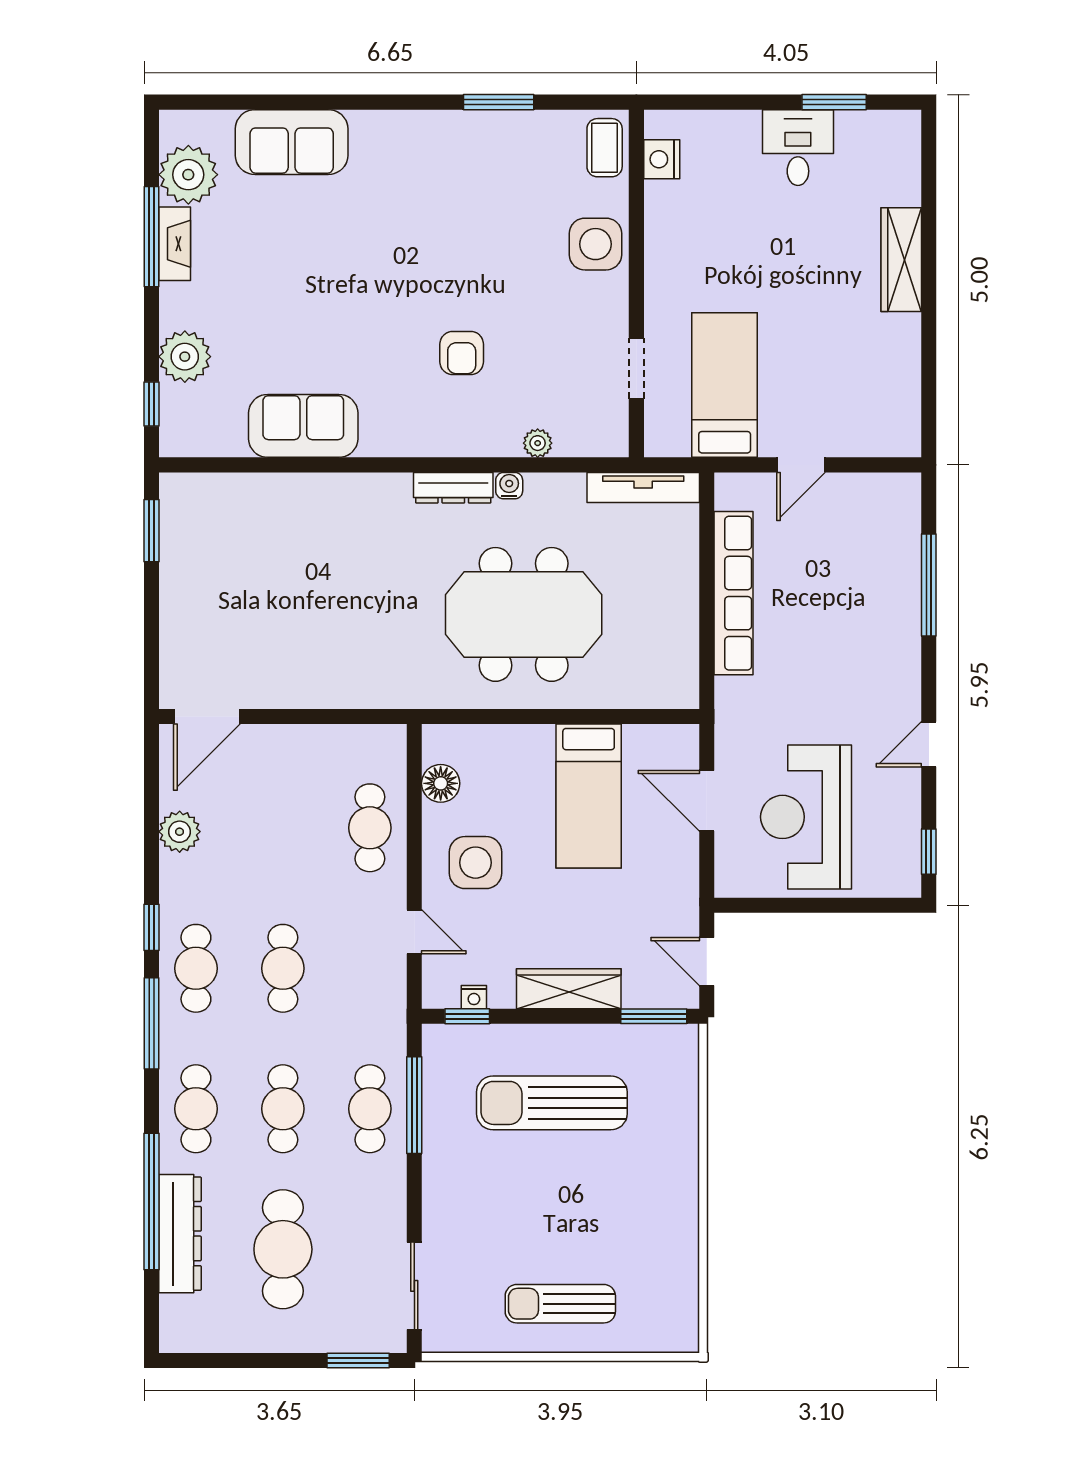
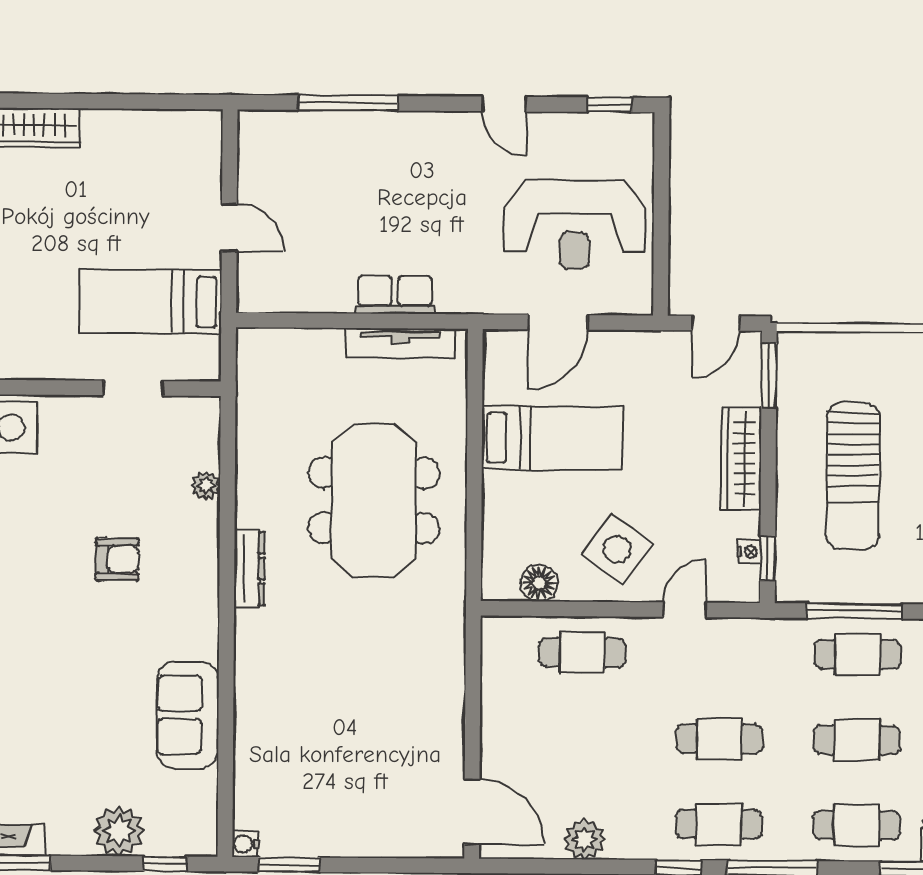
water cooler: (509, 486) -> (245, 844), moved
tv unit: (643, 487) -> (400, 343), moved, turned 90
row of seats: (733, 593) -> (395, 295), width x0.50
side table: (475, 863) -> (617, 549), turned 36

